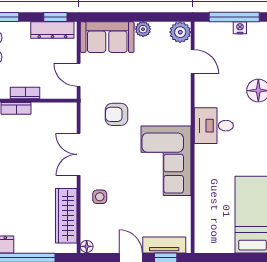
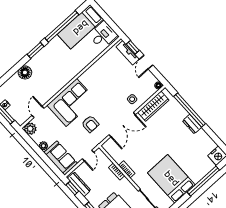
desk: (214, 126) -> (103, 35), moved, turned -90
double door: (79, 154) -> (122, 125), width x1.37
corner sofa: (166, 161) -> (71, 102), moved

